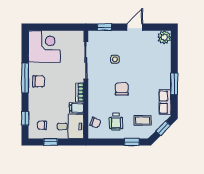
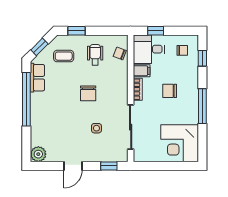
chair: (39, 81) -> (170, 91), moved
window: (174, 84) -> (26, 99), width x2.11
window: (51, 142) -> (156, 31), moved

